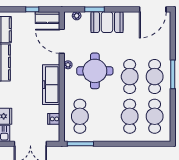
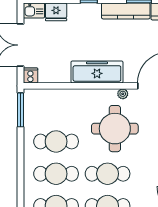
cafe table: (80, 116) -> (56, 141), moved
cooker: (54, 119) -> (30, 75), moved

